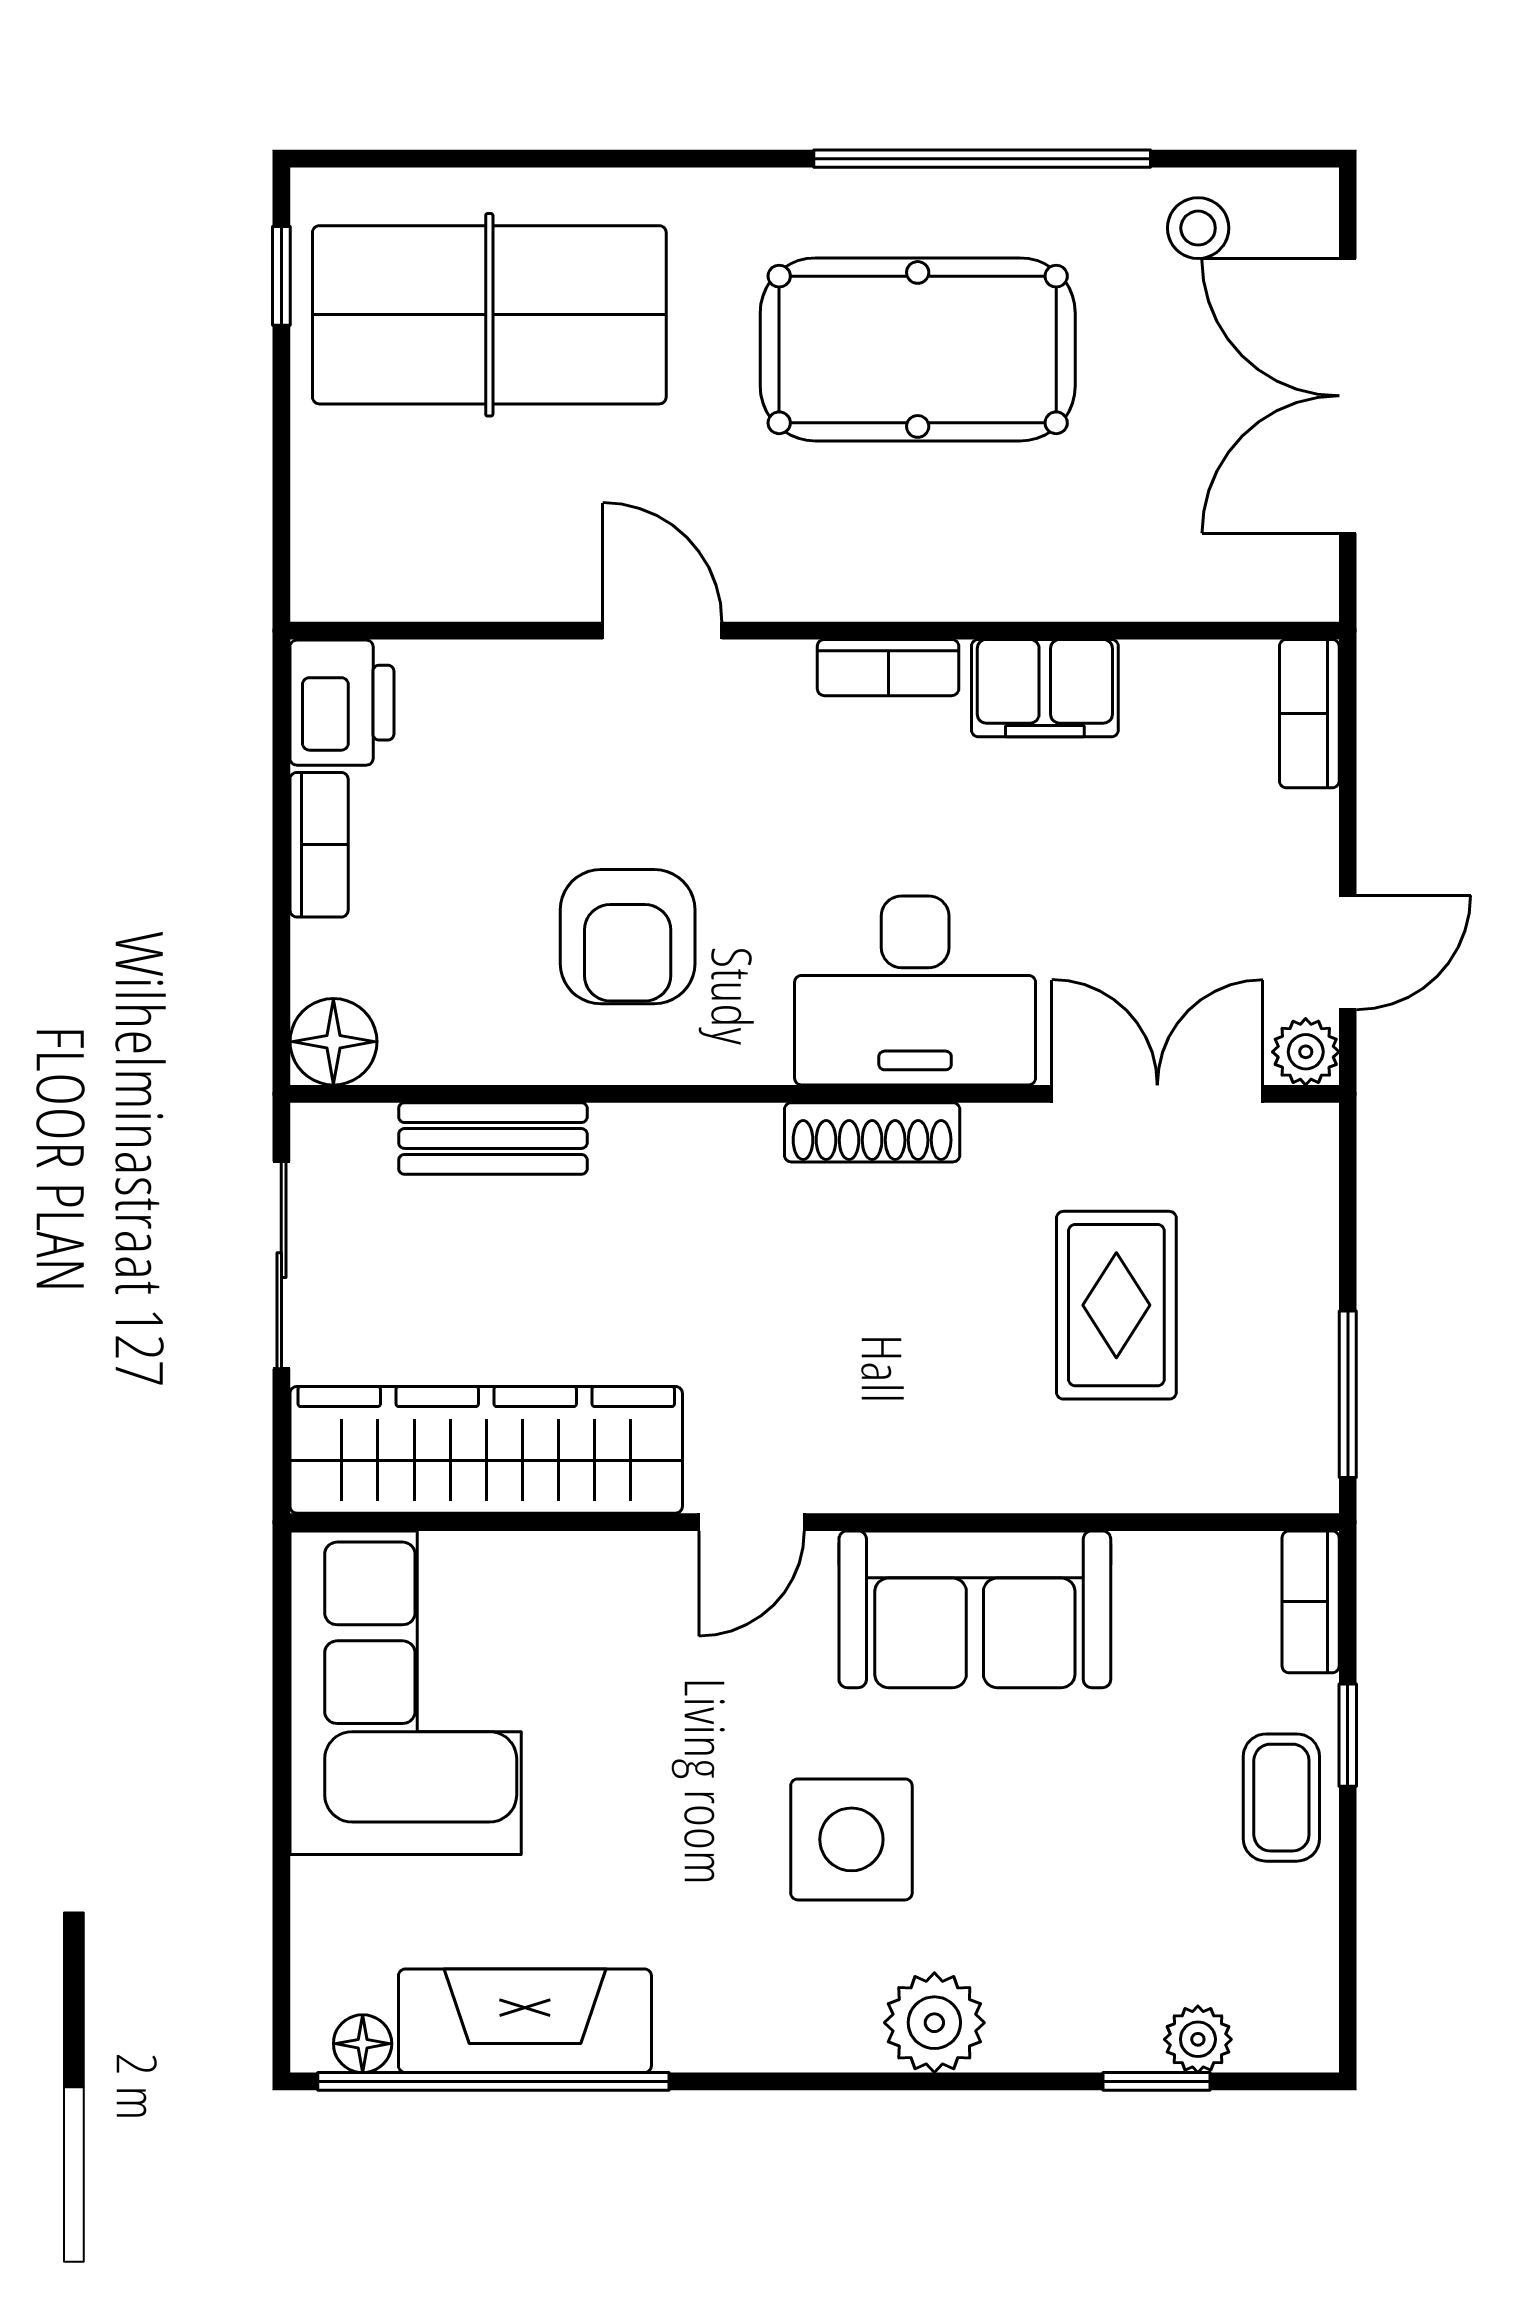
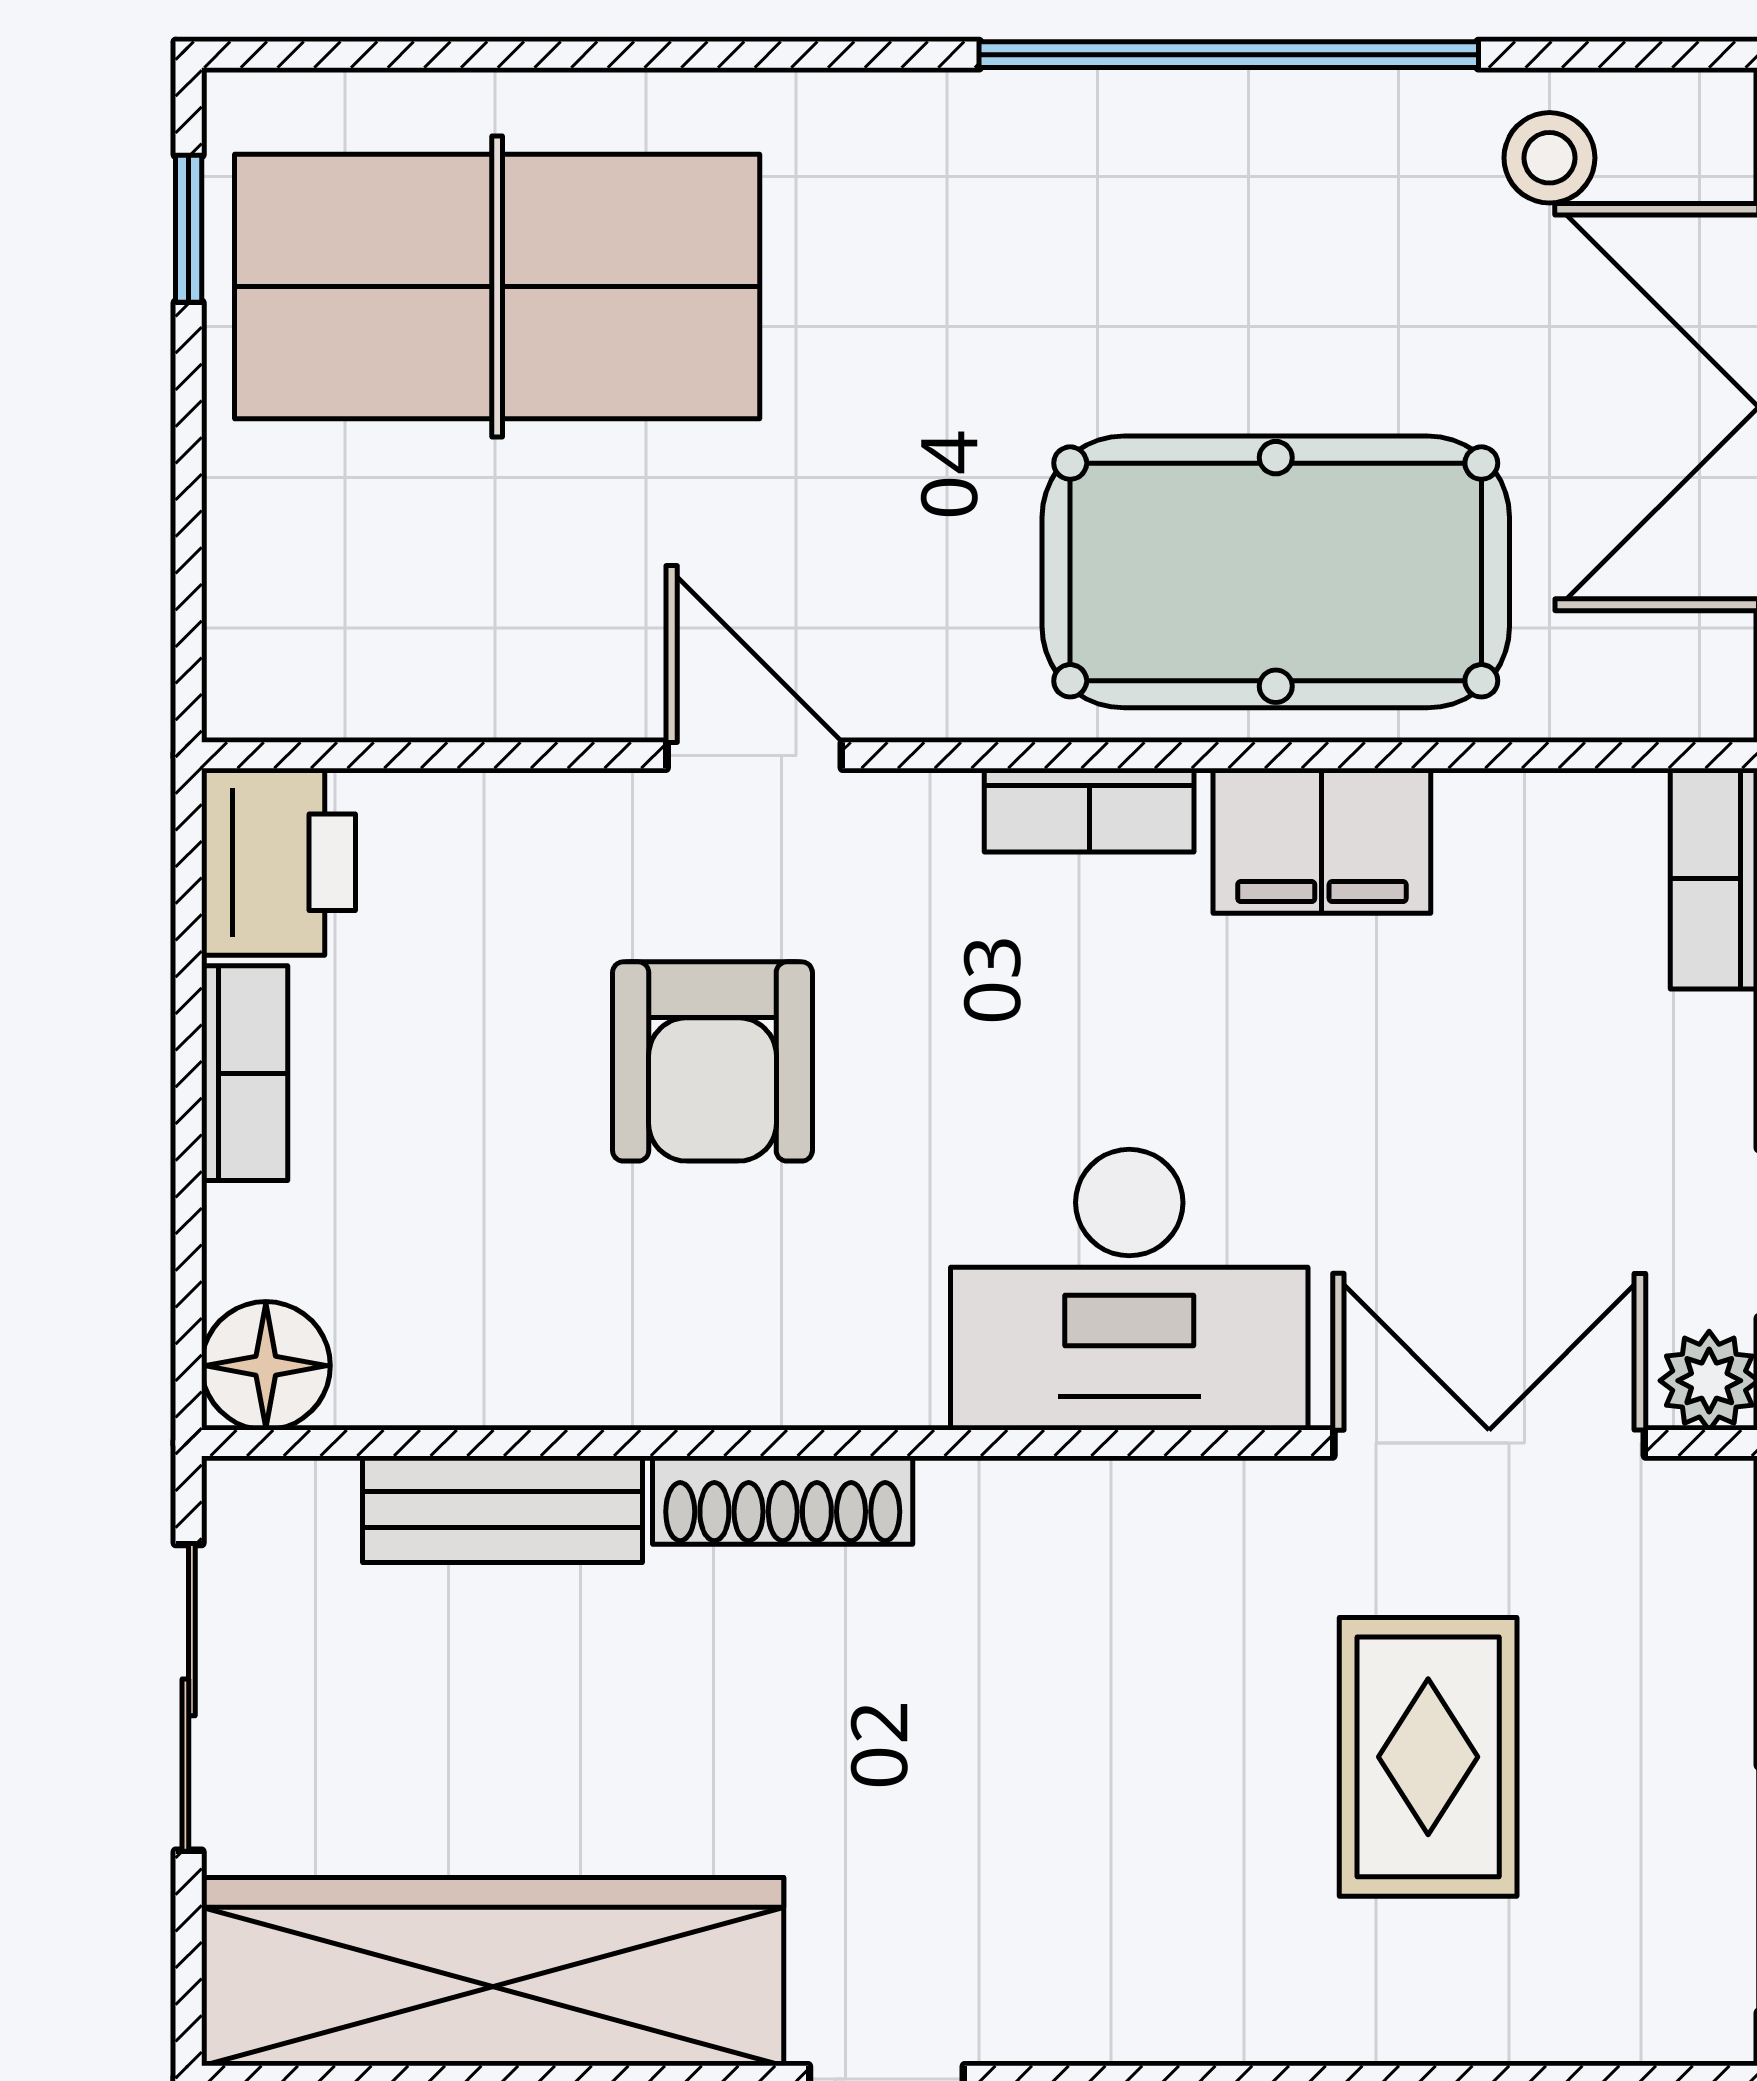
pool table: (918, 349) -> (1276, 572), moved
armchair: (628, 937) -> (712, 1061), moved
shoe rack: (872, 1132) -> (783, 1500), moved

